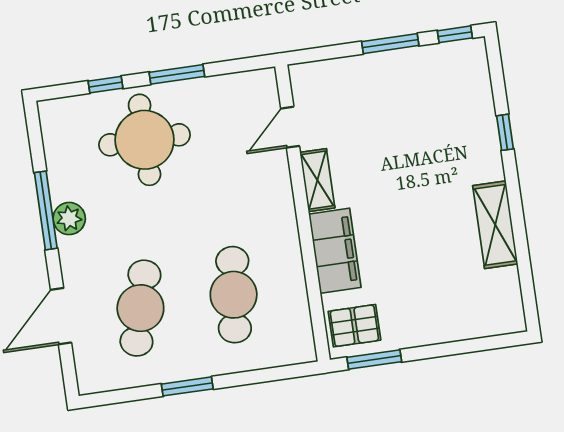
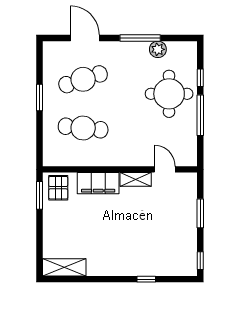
window: (390, 44) -> (200, 213), moved
window: (177, 74) -> (200, 115), width x1.44
plant: (69, 219) -> (158, 49), moved
shelving: (495, 225) -> (64, 267), moved
cafe table: (140, 308) -> (83, 79), turned -33

